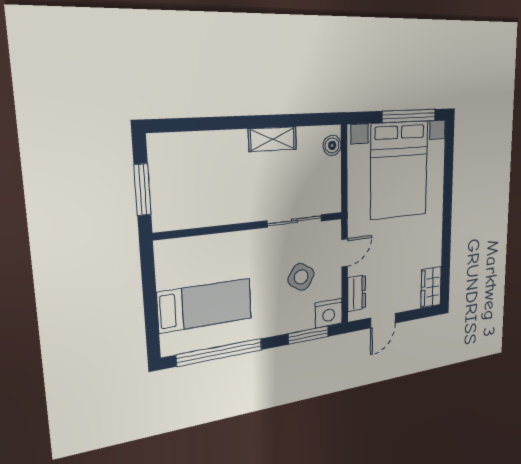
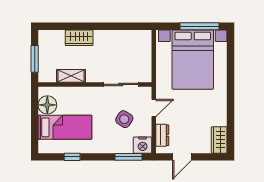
shelving: (273, 139) -> (71, 76), moved
wardrobe: (223, 145) -> (79, 38), added
boiler: (332, 145) -> (146, 42), removed
floor lamp: (172, 271) -> (47, 105), added
window: (220, 352) -> (72, 157), width x0.32

